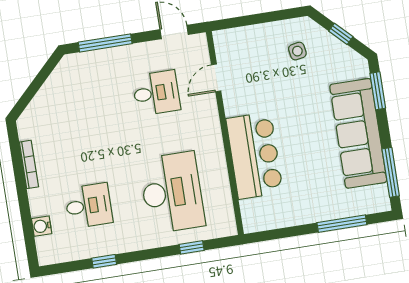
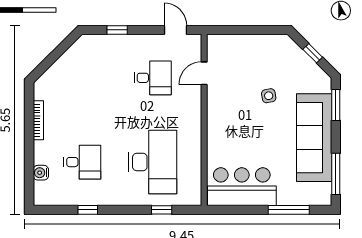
window: (105, 43) -> (117, 30), width x0.46
side table: (297, 51) -> (269, 96), moved
bar counter: (255, 156) -> (242, 187), moved, turned -90

